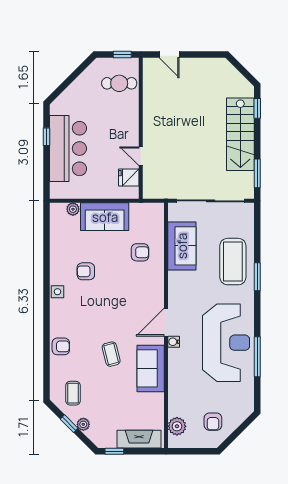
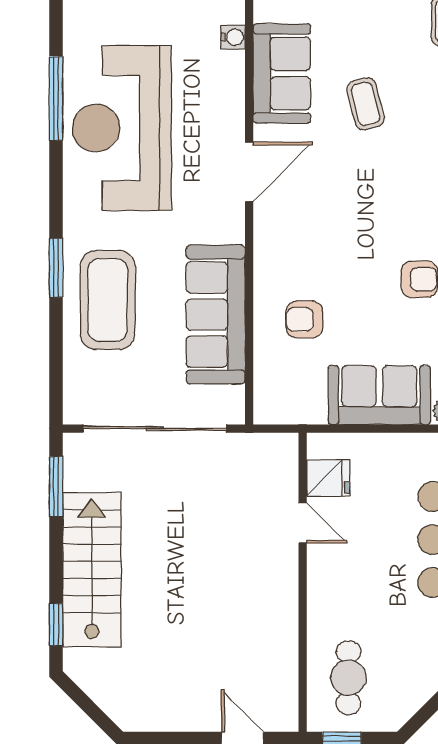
cafe table: (119, 83) -> (348, 678), turned 90
sofa: (182, 246) -> (216, 315), width x1.36
water cooler: (174, 342) -> (233, 37), moved

